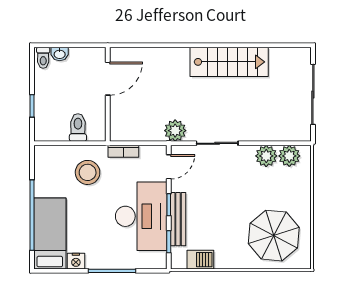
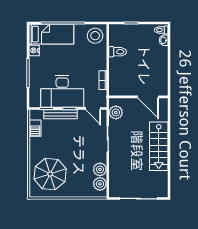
door: (108, 79) -> (148, 97), moved
wall: (108, 94) -> (138, 97), moved
stool: (88, 172) -> (95, 36), moved

